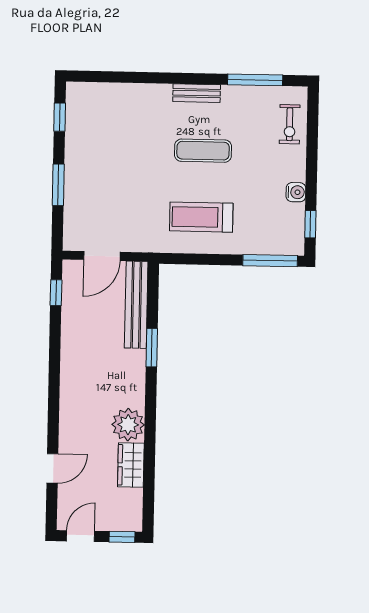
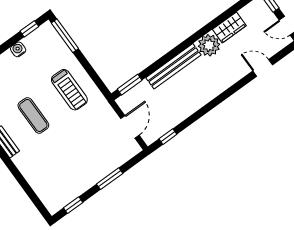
door: (102, 256) -> (130, 127), hinge flipped
bench: (136, 305) -> (173, 66), moved
window: (152, 348) -> (130, 85), moved

